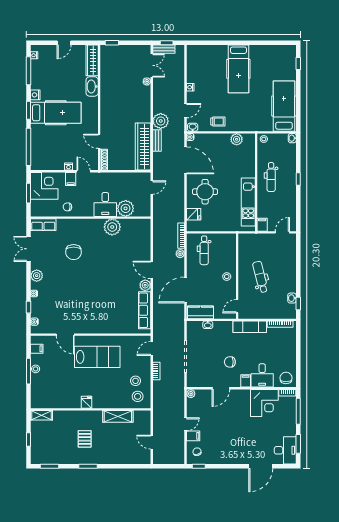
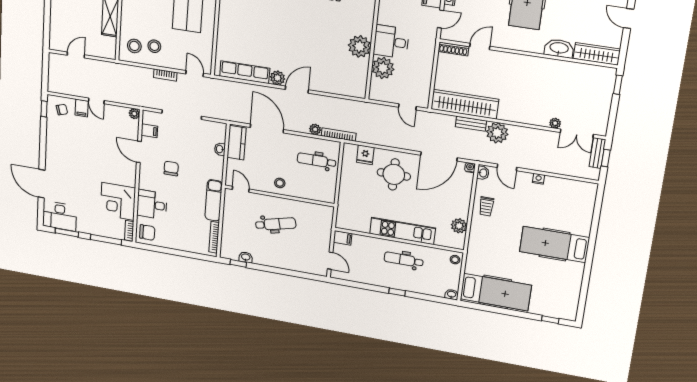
kitchen unit: (248, 202) -> (403, 231), moved
filing cabinet: (246, 381) -> (149, 131), moved

